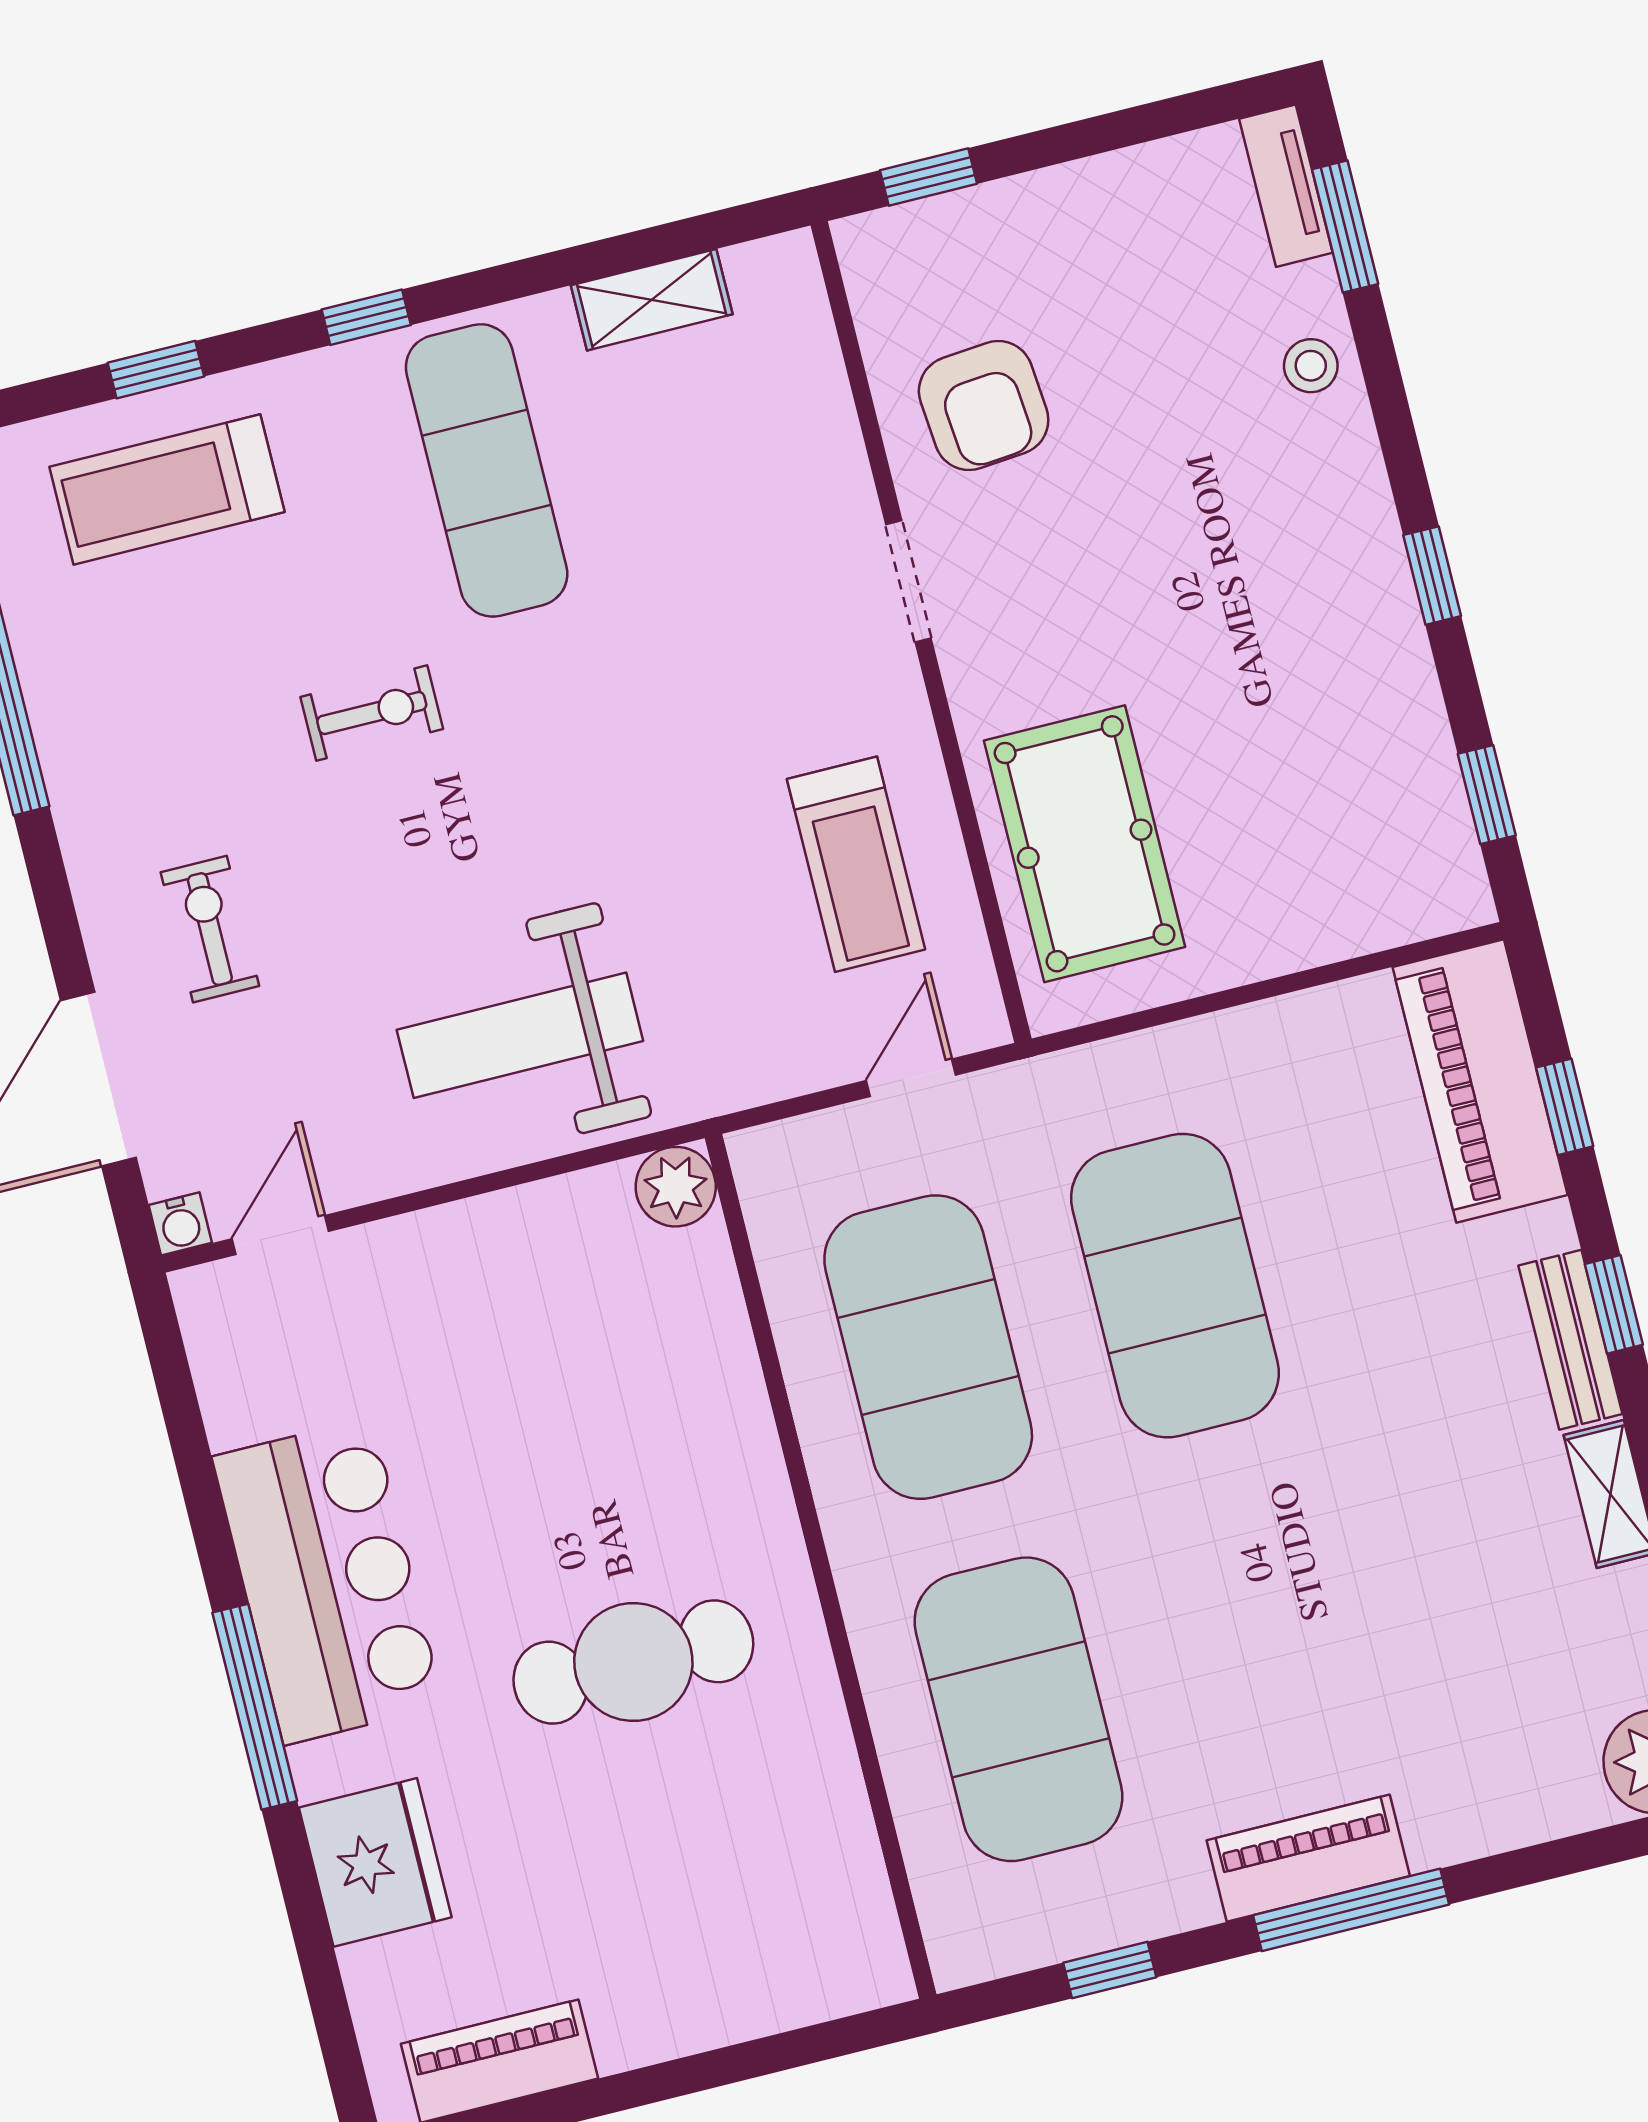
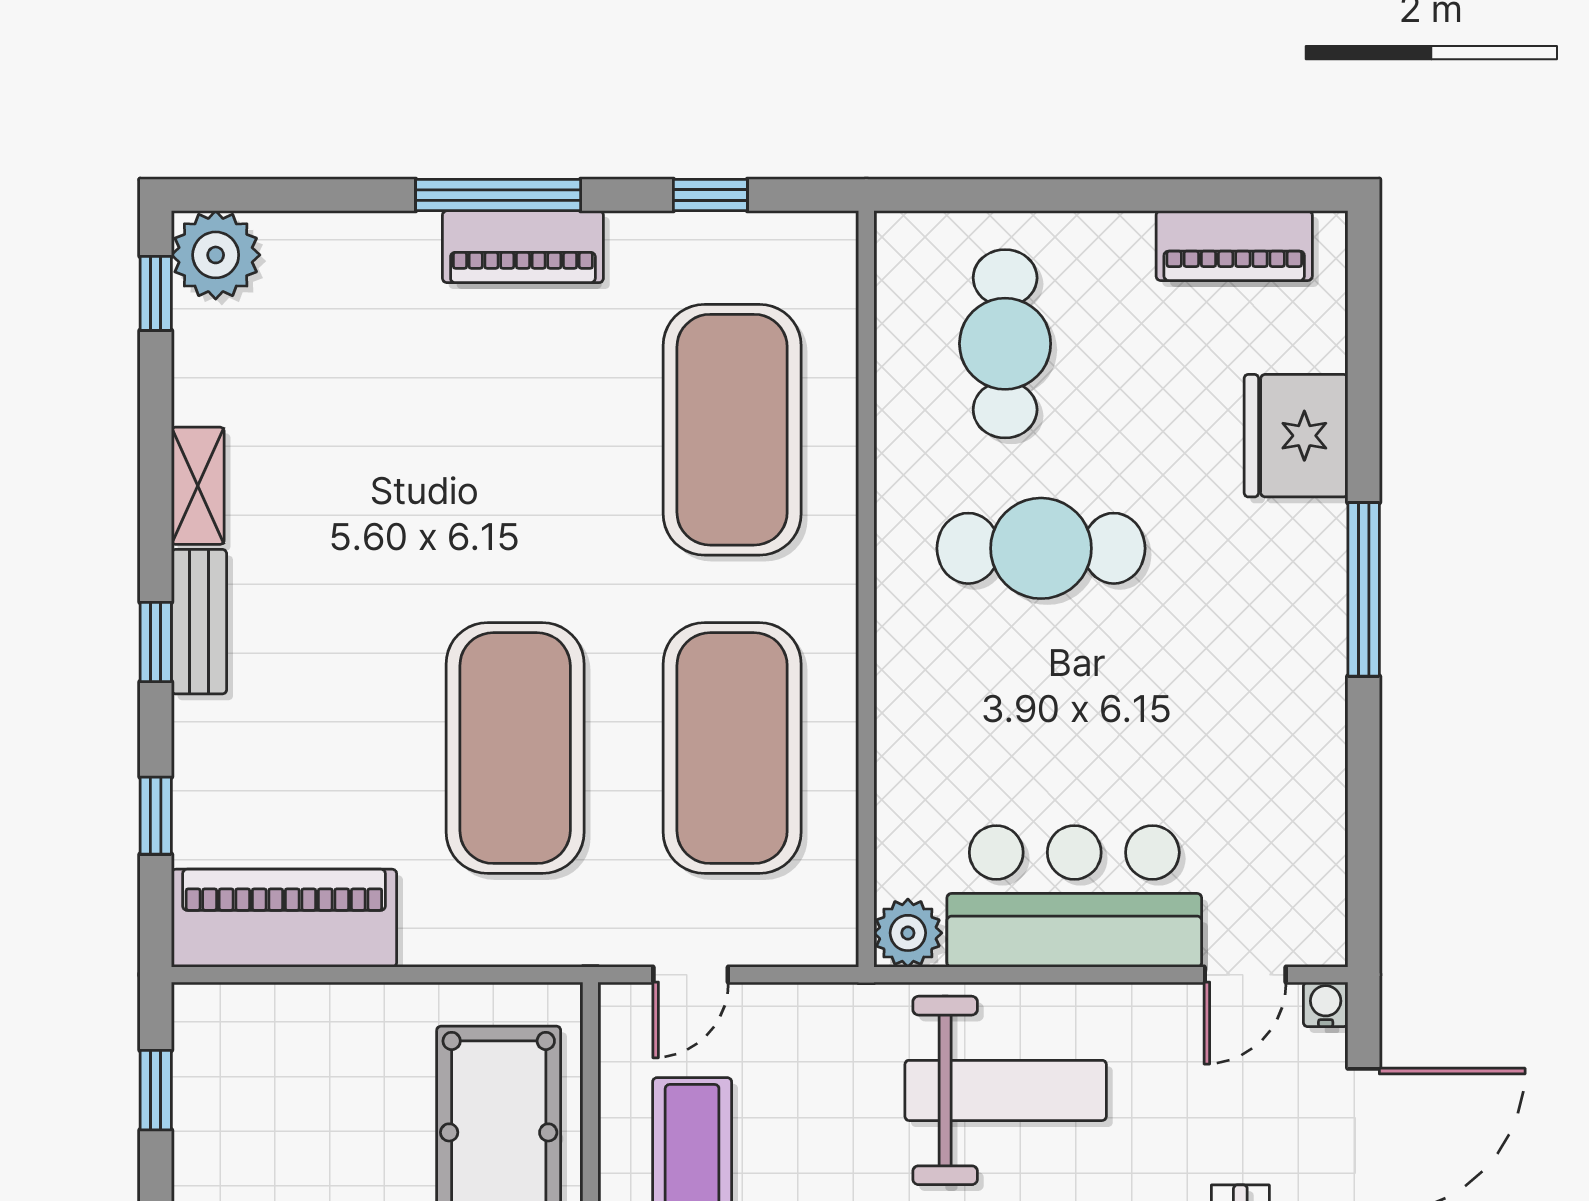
piano: (1480, 1081) -> (284, 918), moved, turned -90
bar counter: (328, 1581) -> (1074, 896), moved, turned 90
cafe table: (732, 1885) -> (1005, 344), added

